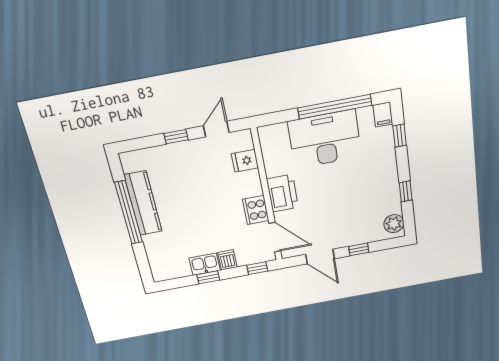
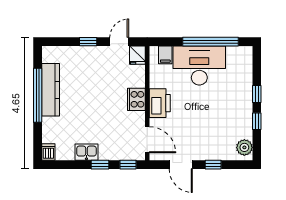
filing cabinet: (383, 115) -> (165, 55), moved
window: (400, 136) -> (257, 94), moved
fridge: (245, 161) -> (137, 55), moved, turned -90
cooker: (256, 210) -> (136, 99), moved
dishwasher: (227, 260) -> (48, 152), moved
window: (208, 277) -> (100, 165), moved

